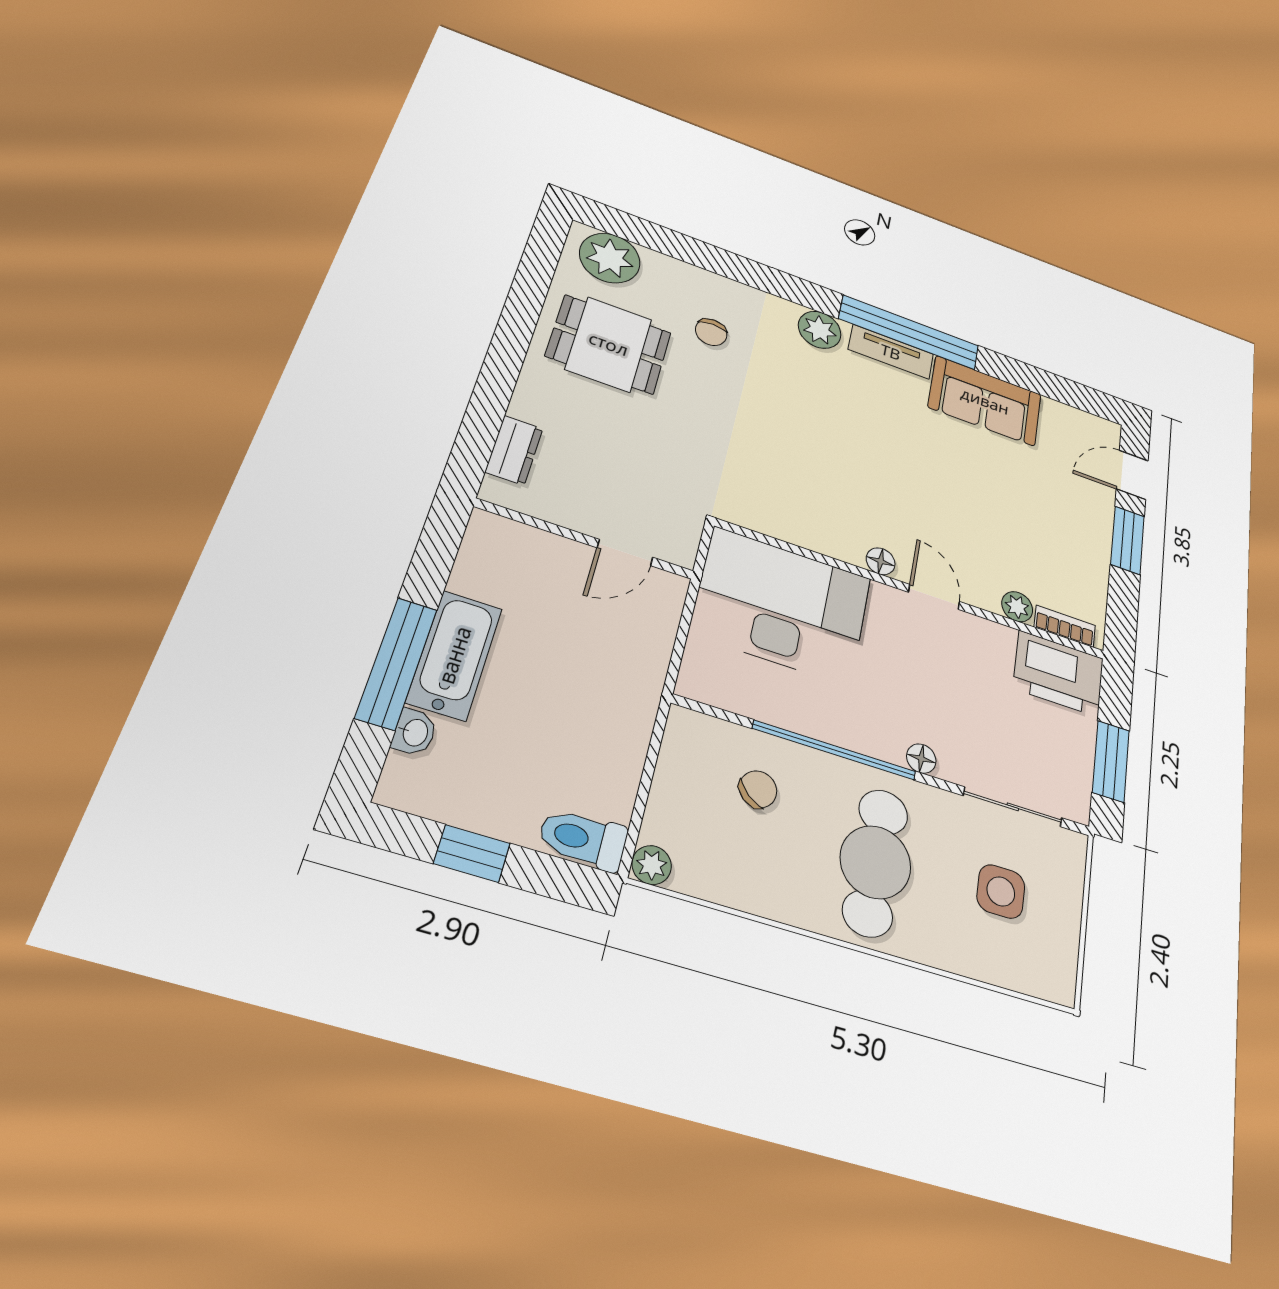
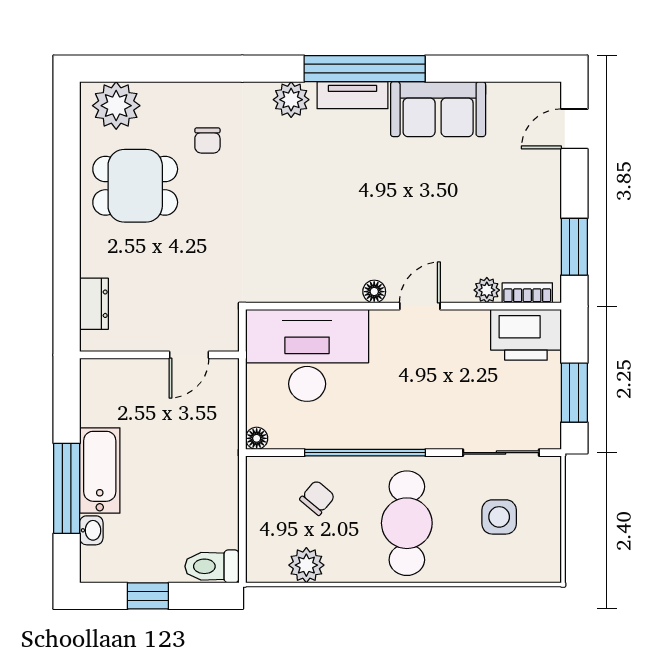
window: (1127, 540) -> (574, 247), moved
door: (934, 597) -> (420, 306), hinge flipped
floor lamp: (921, 759) -> (257, 438), moved
plant: (652, 865) -> (306, 565), moved, width x1.38, depth x1.38

